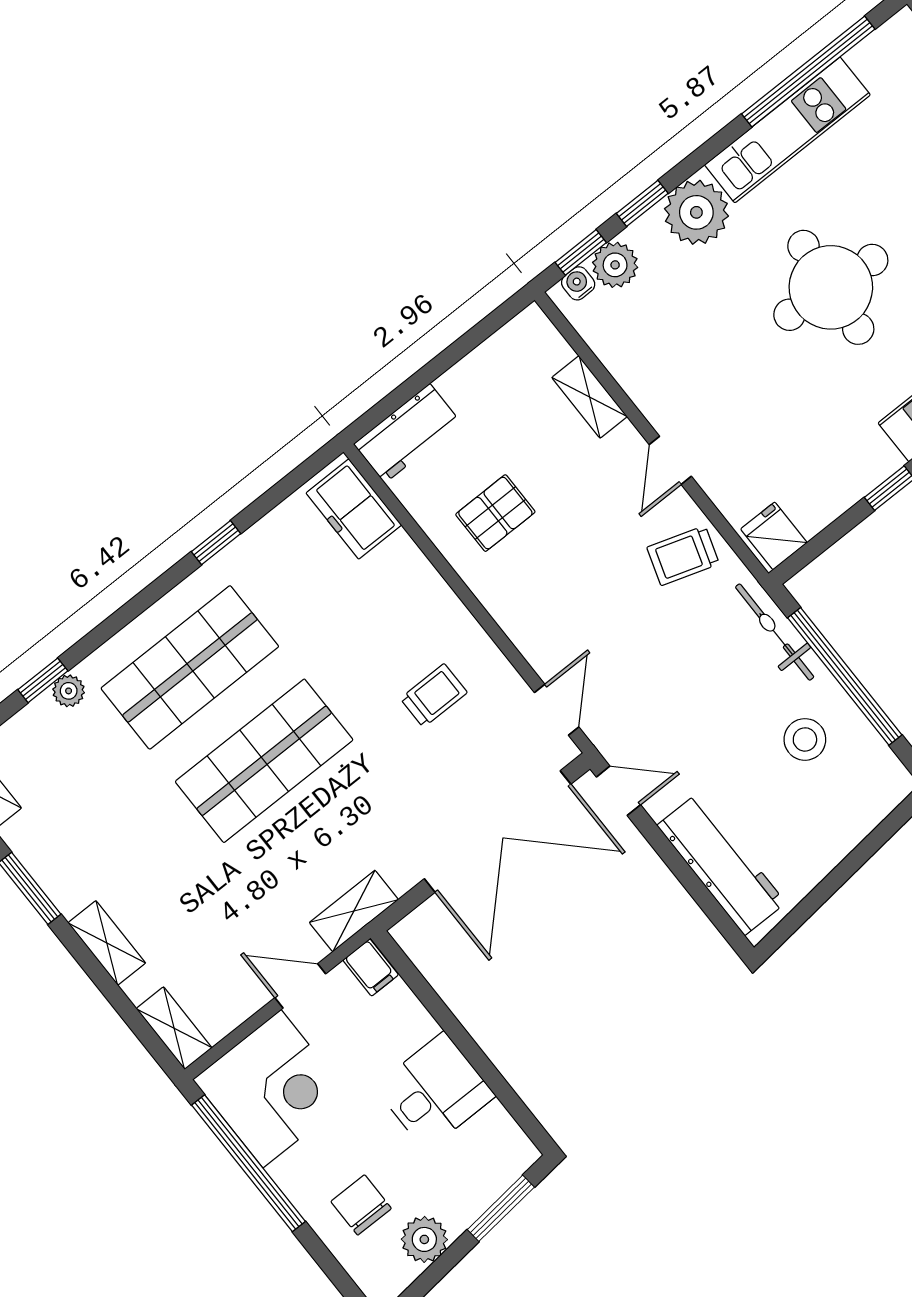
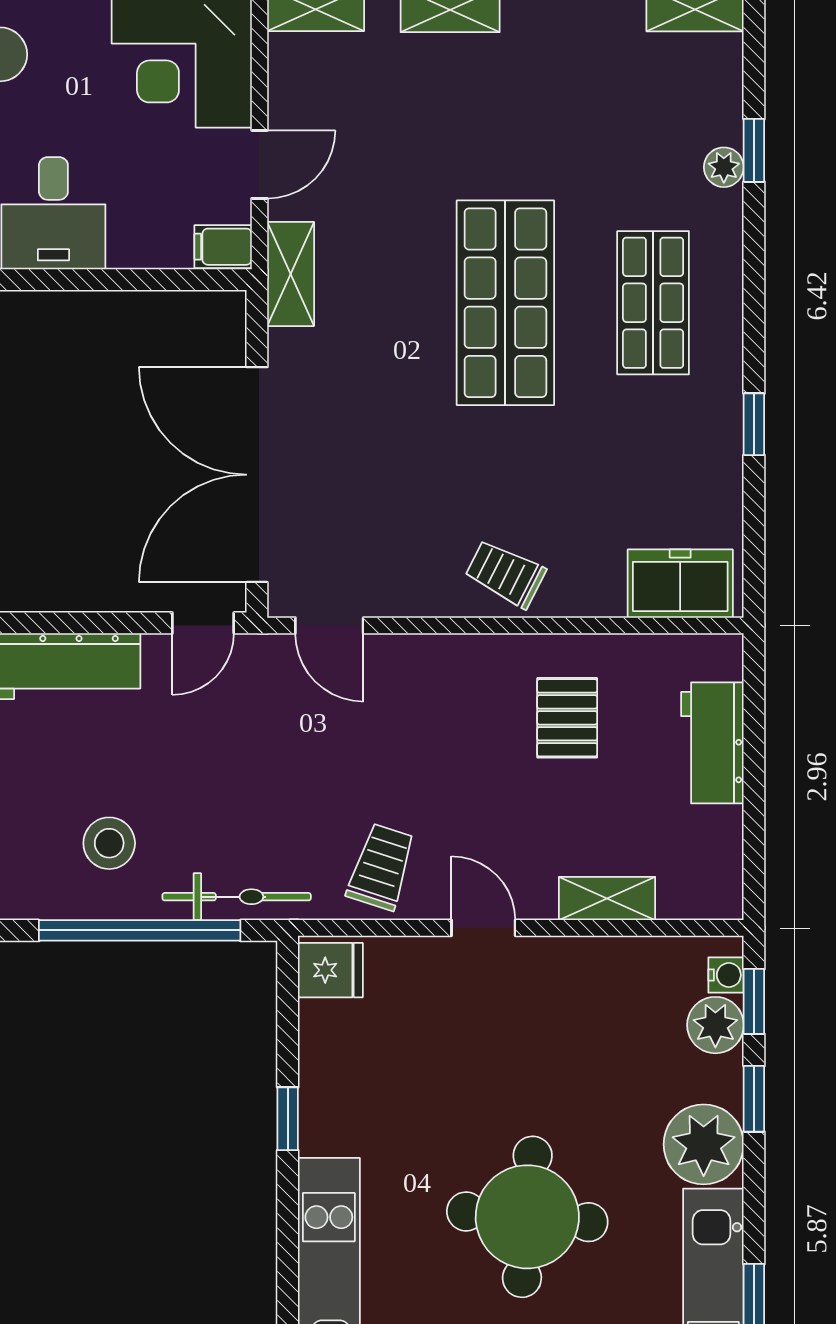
workbench: (407, 433) -> (712, 743), moved
shop shelf: (190, 667) -> (653, 303), width x0.70, depth x0.74
trolley: (434, 696) -> (505, 574), moved, turned 117

